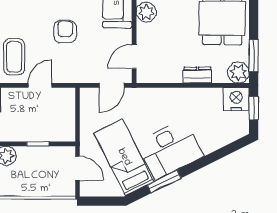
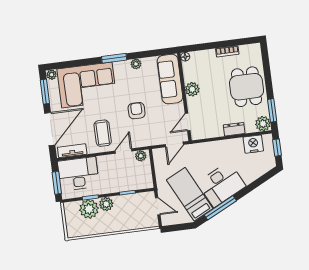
plant: (63, 95) -> (141, 156), added
nightstand: (236, 99) -> (253, 144), moved
window: (164, 182) -> (220, 208), width x1.44

